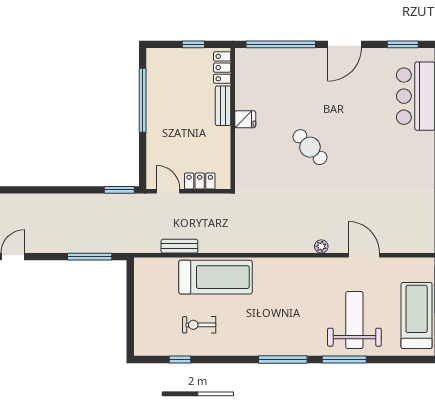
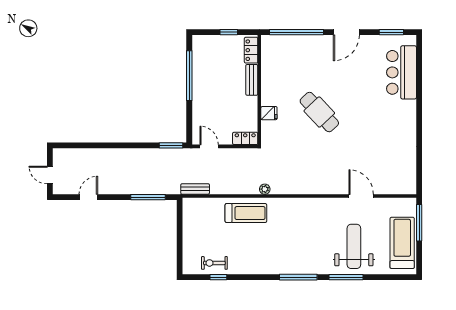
fridge: (245, 119) -> (269, 113), moved
cafe table: (310, 147) -> (319, 112), width x1.37, depth x1.35
locker: (200, 181) -> (245, 138), moved
bench: (179, 246) -> (195, 189), moved
plant: (321, 246) -> (265, 189), moved
treadmill: (216, 277) -> (246, 213), width x0.73, depth x0.73
exercise bike: (199, 325) -> (214, 263), moved

